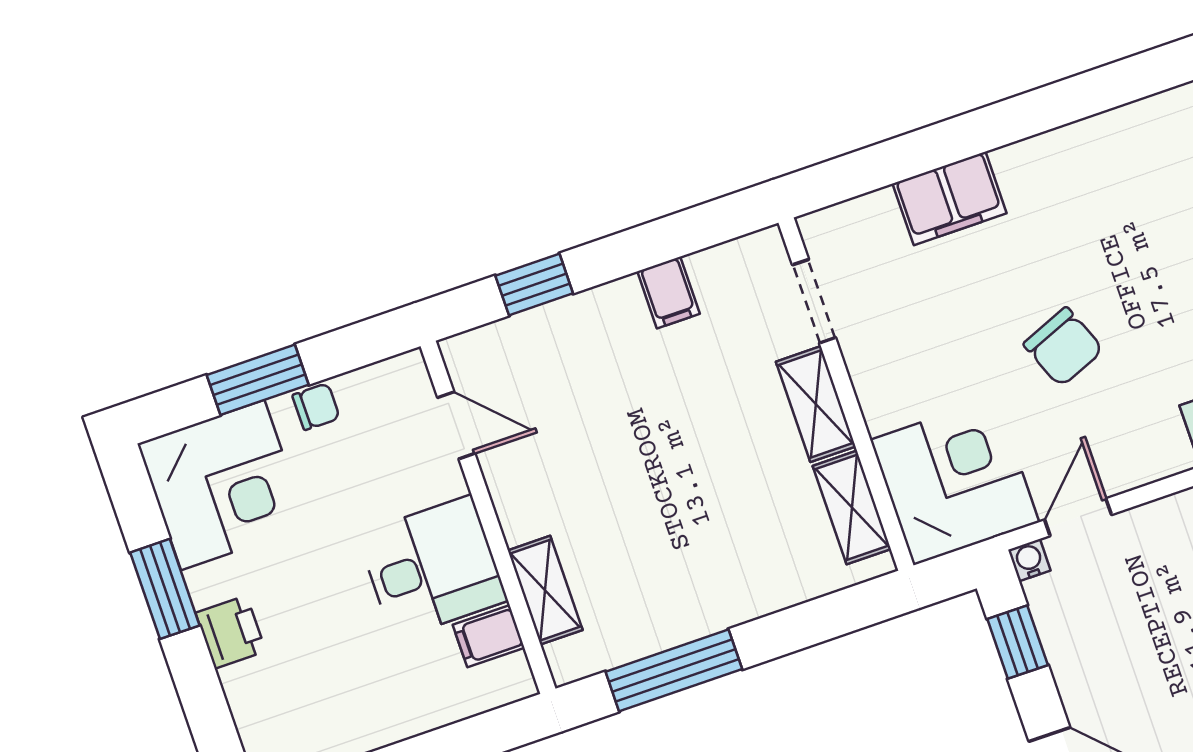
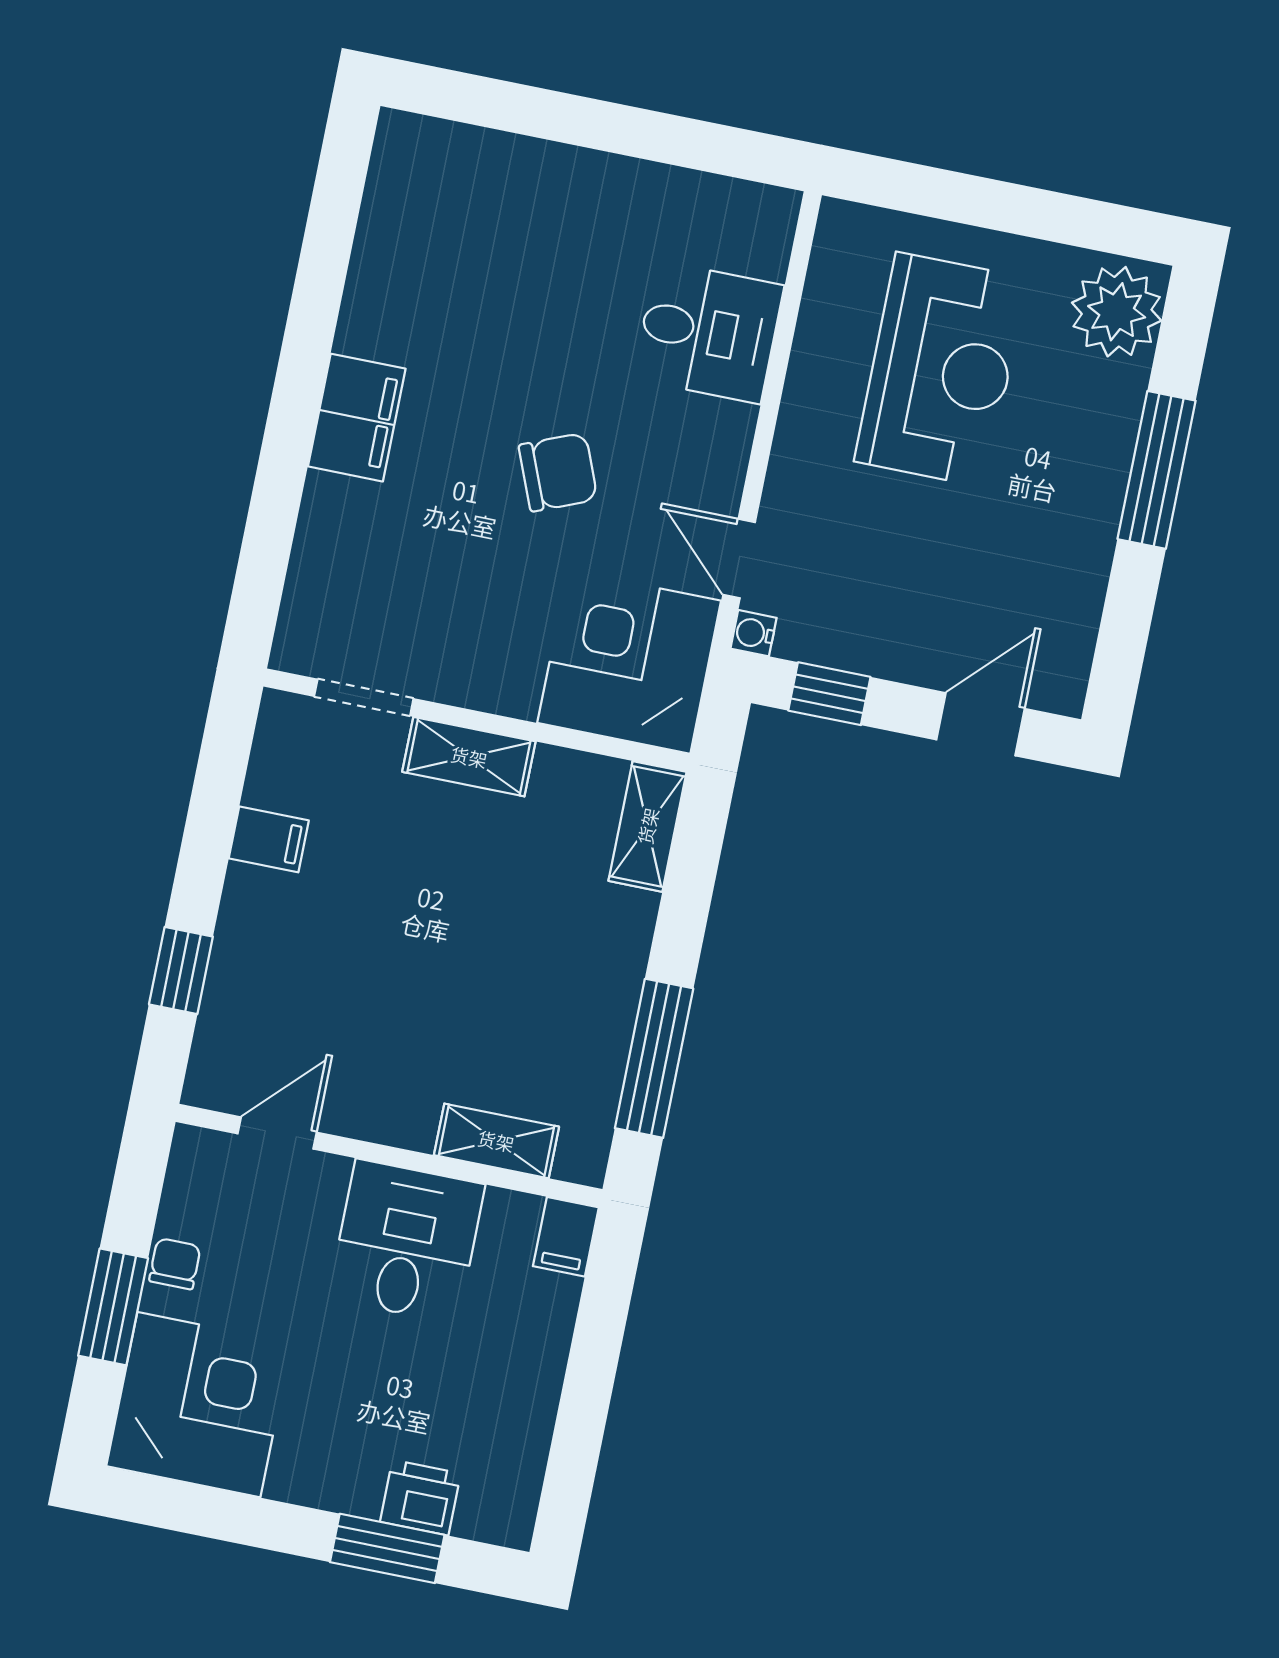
filing cabinet: (950, 198) -> (357, 418), moved
shelving: (852, 507) -> (648, 826), moved, turned 90
window: (165, 589) -> (387, 1548), moved
printer: (231, 632) -> (420, 1498), moved
filing cabinet: (489, 636) -> (566, 1237), moved

